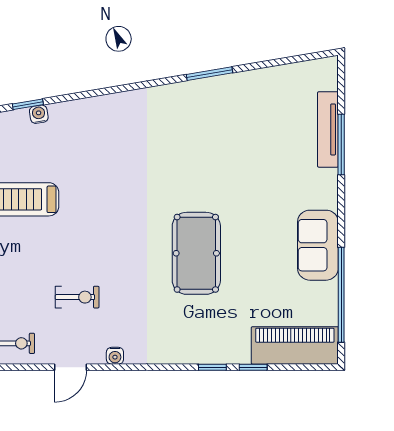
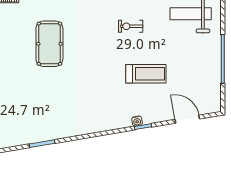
exercise bike: (77, 297) -> (131, 26), moved

